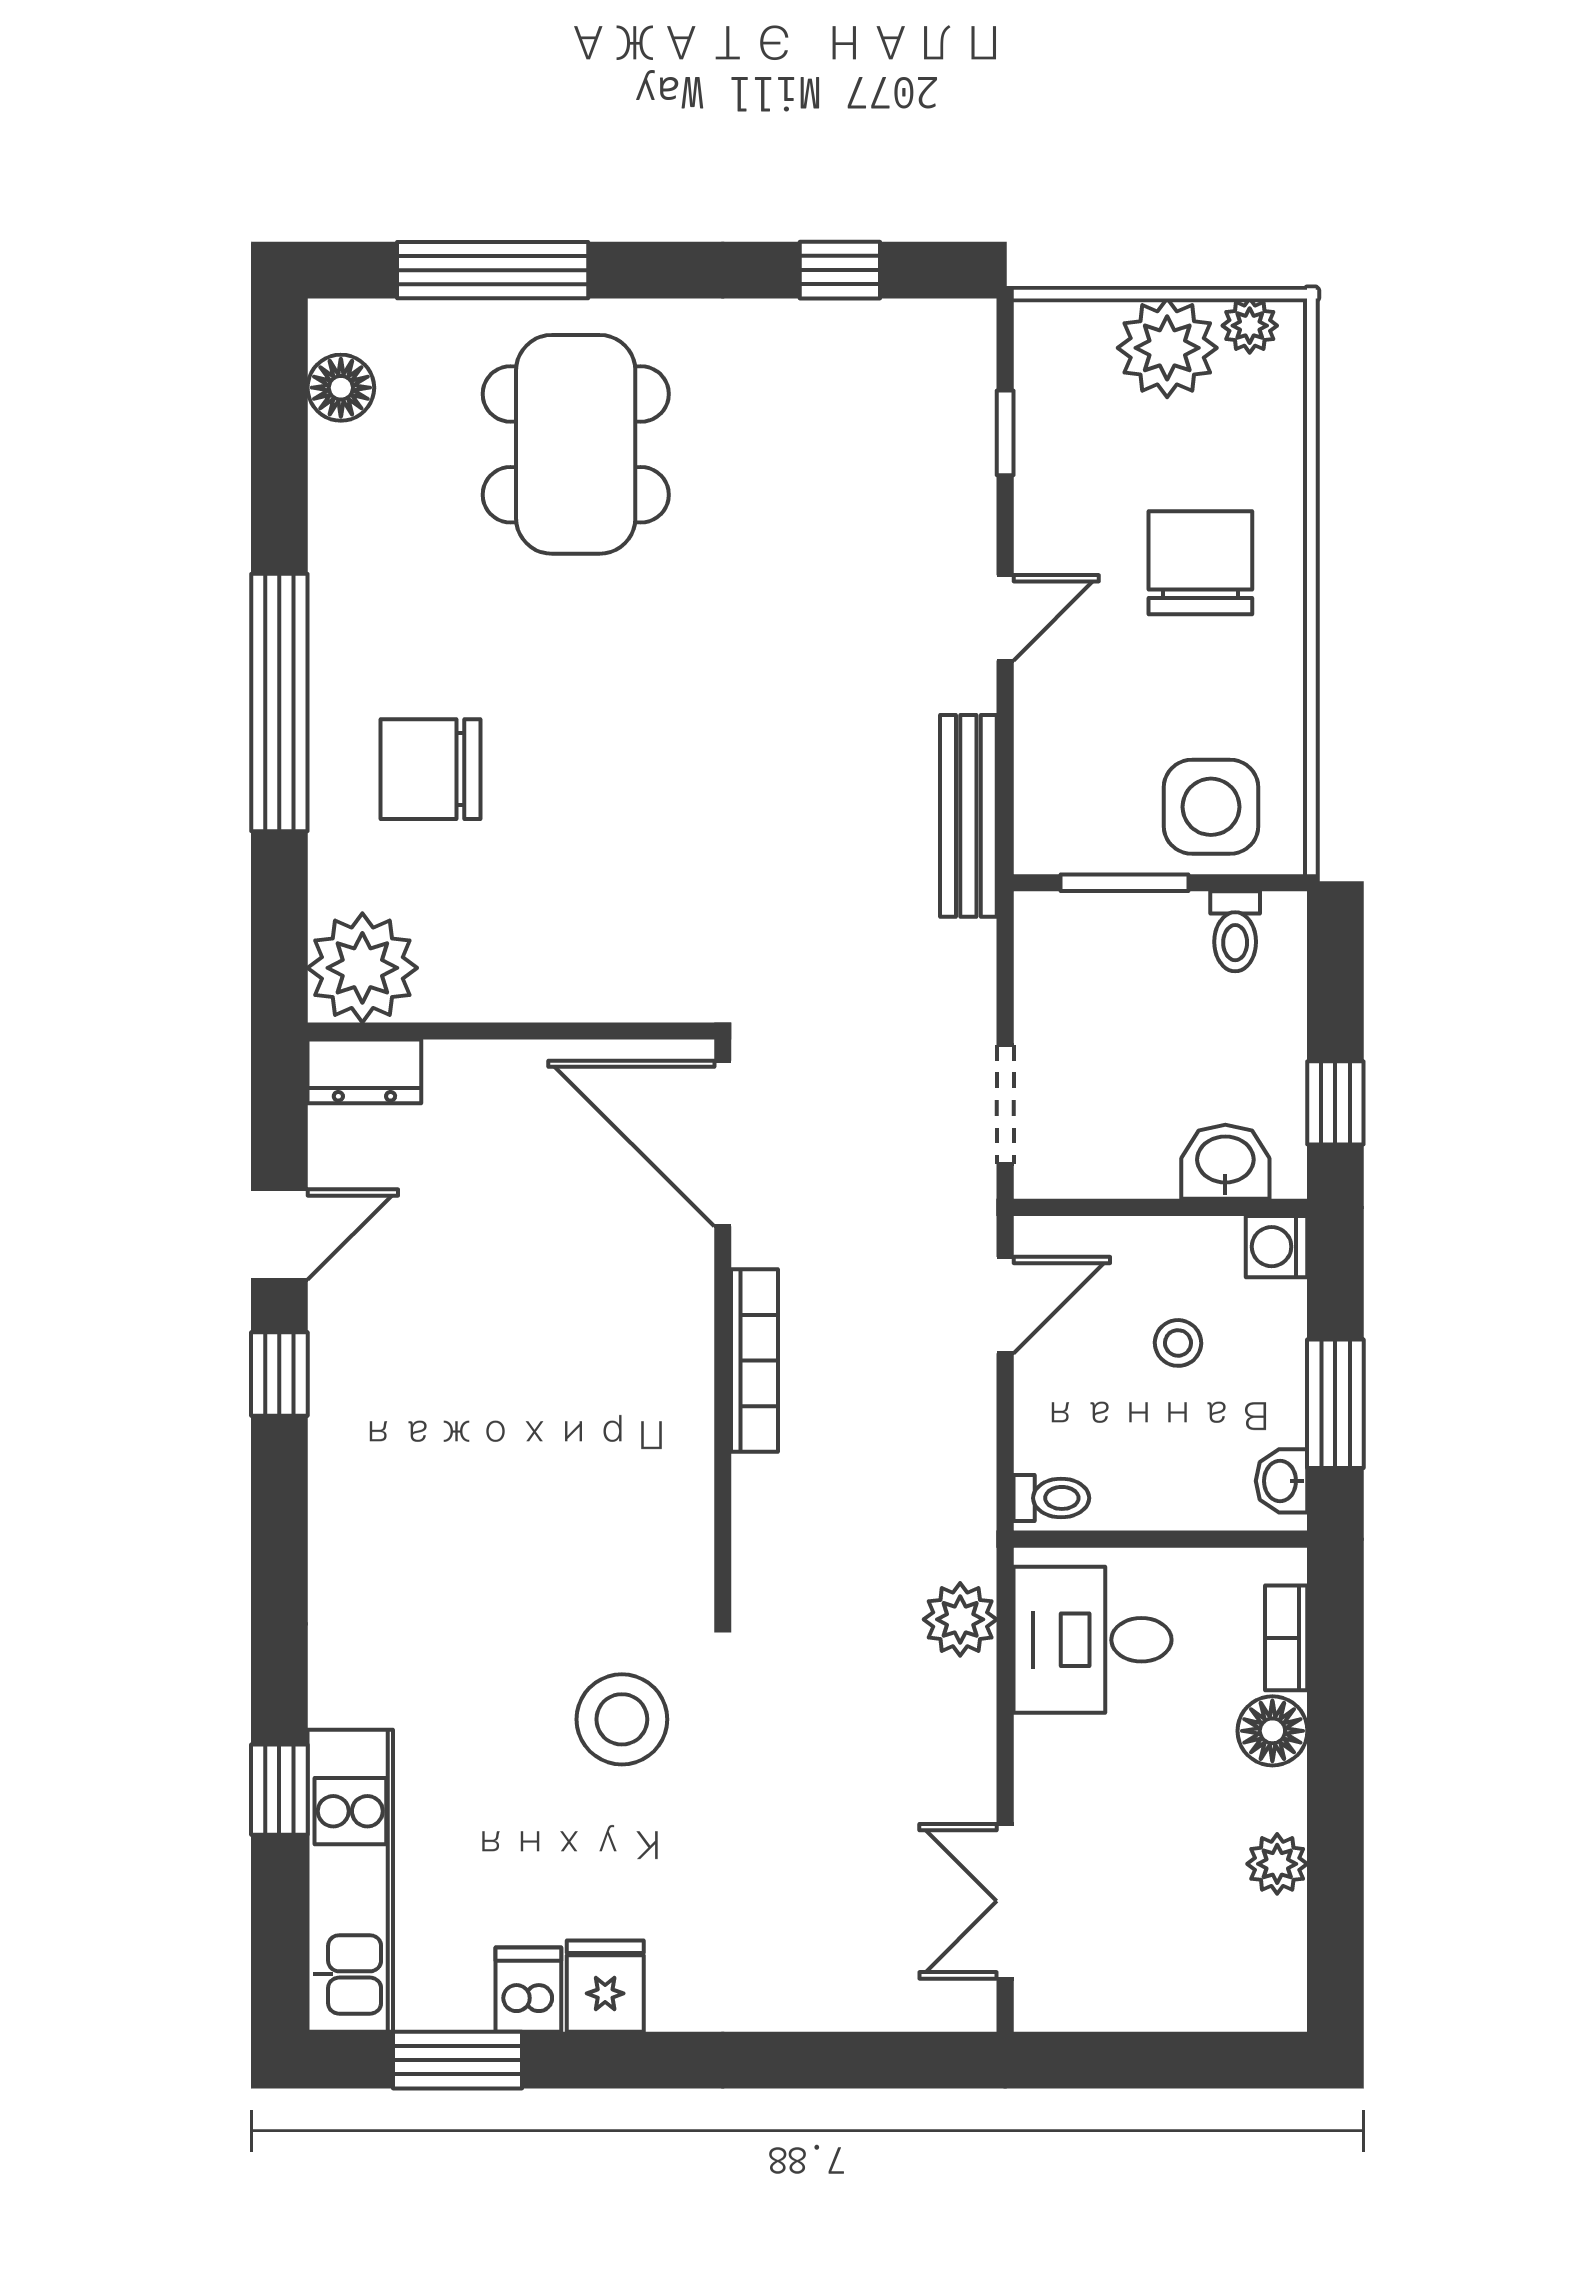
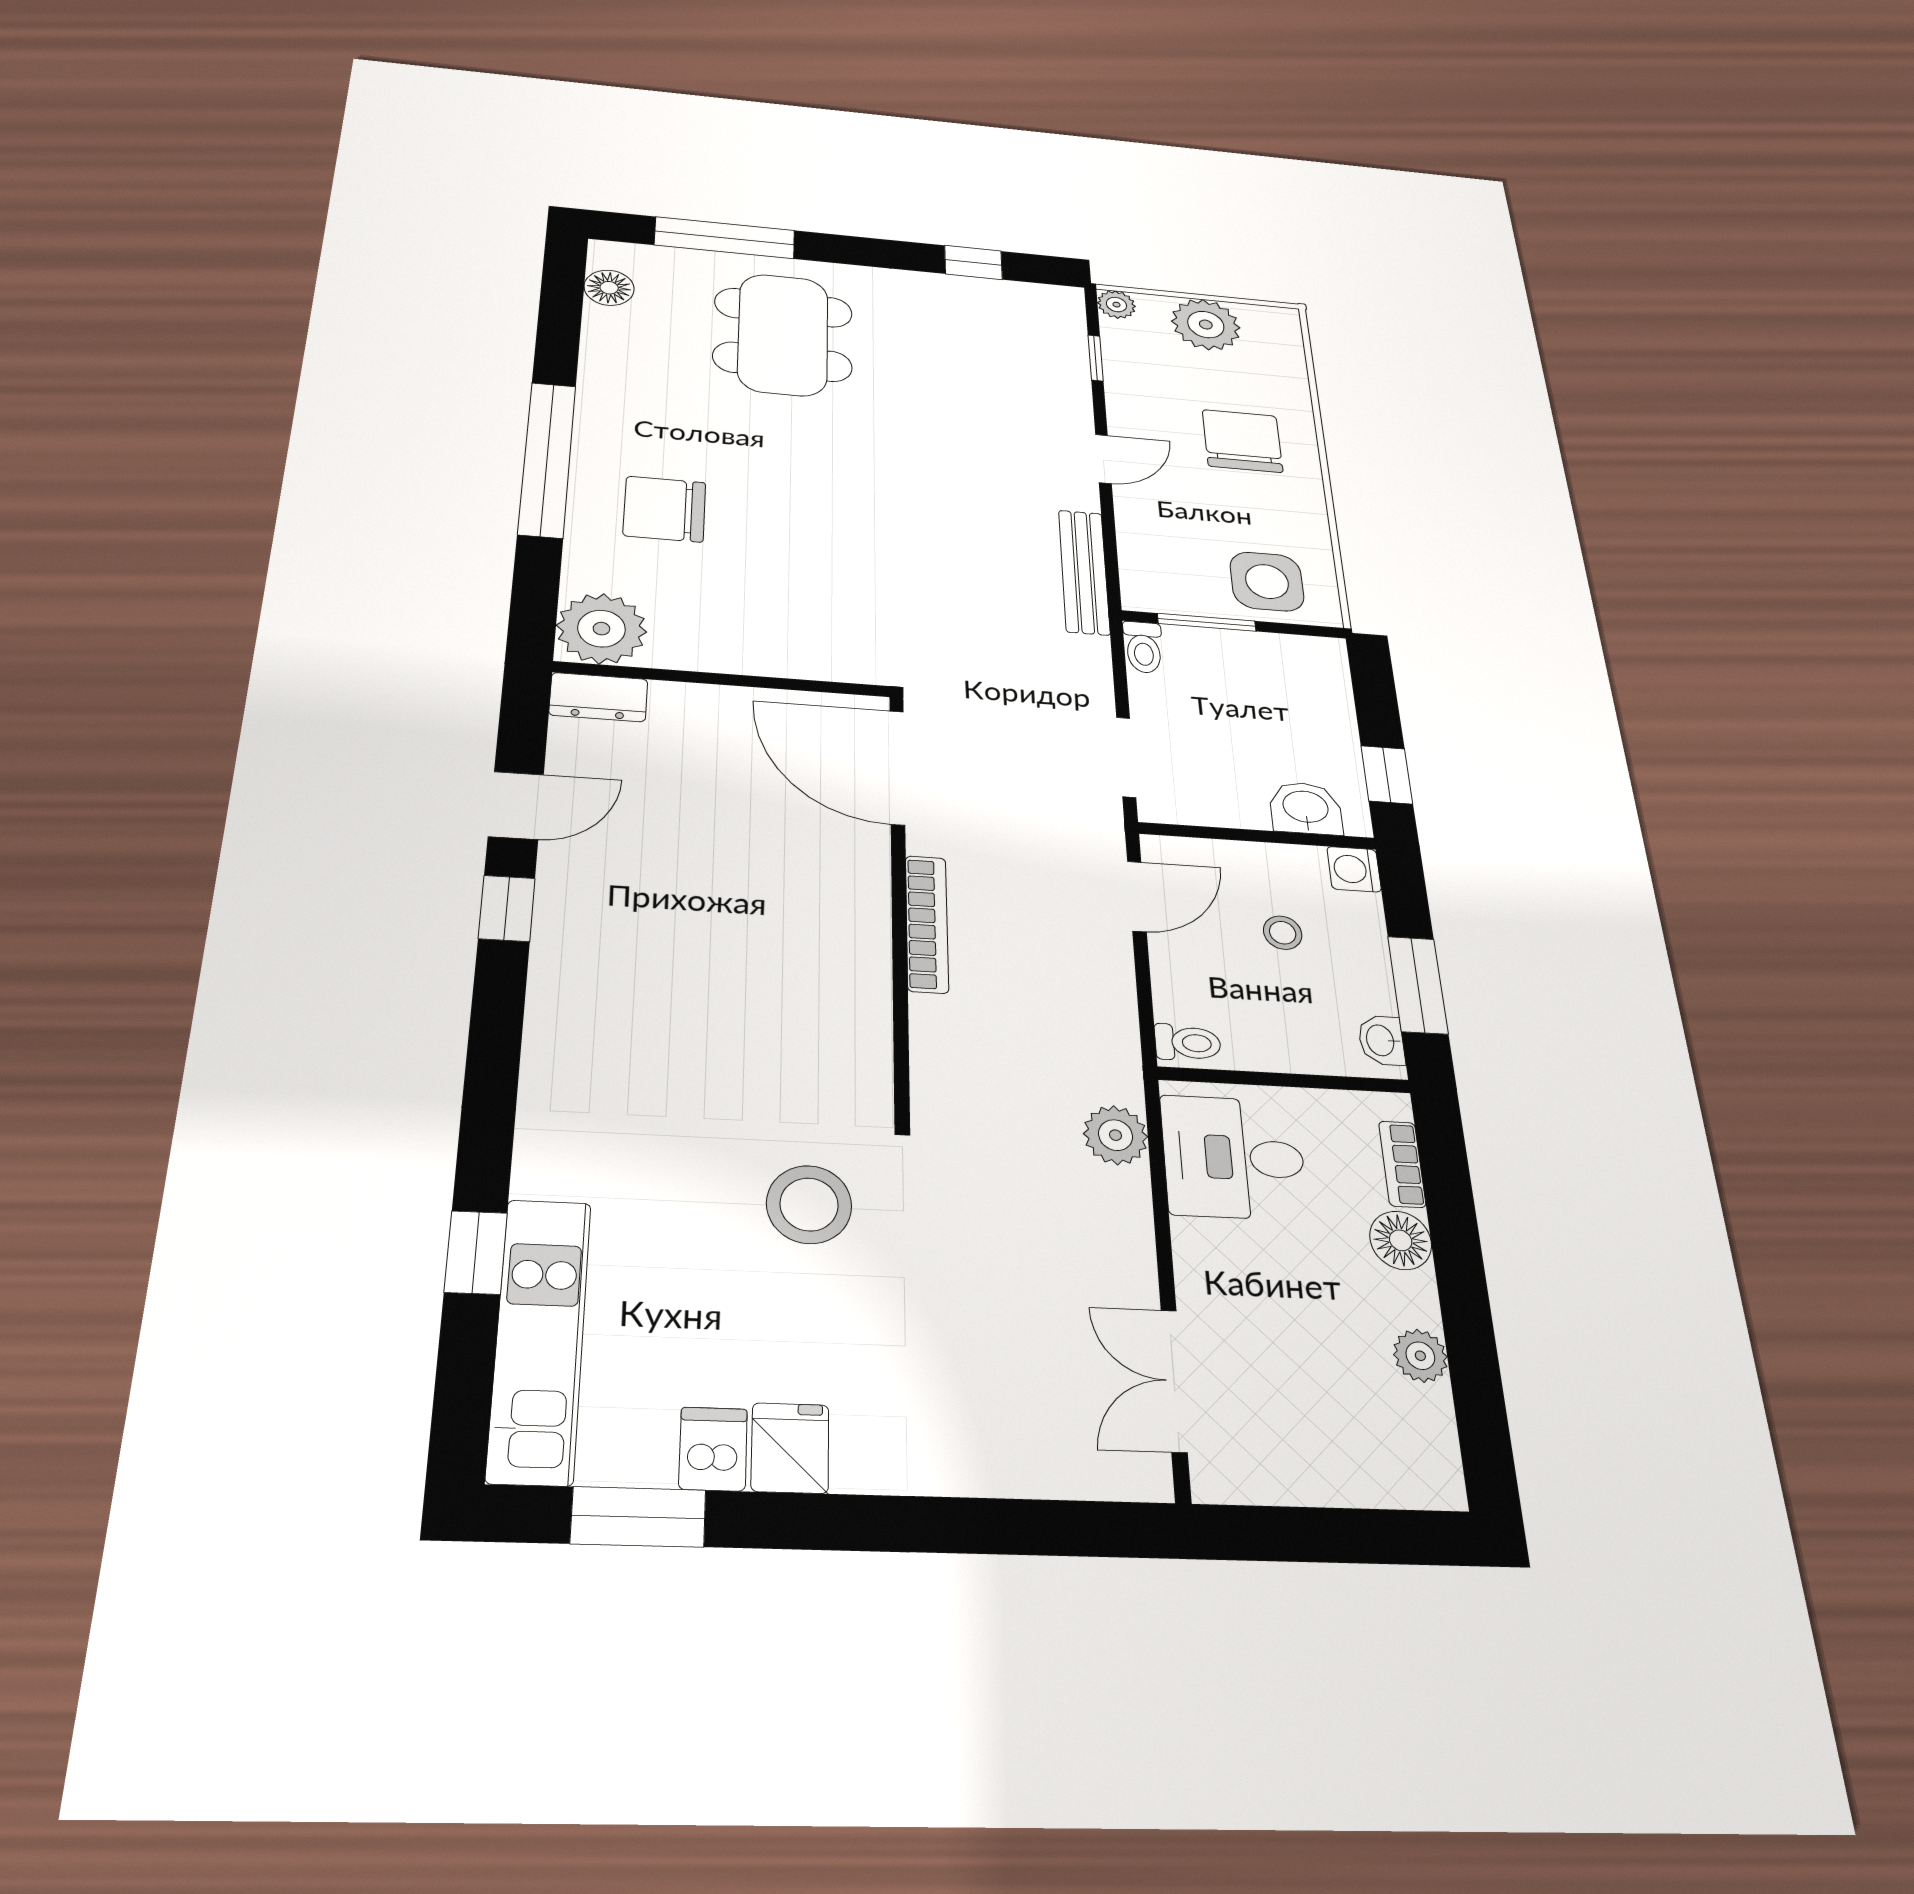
plant: (1250, 326) -> (1116, 305), moved
toilet: (1235, 931) -> (1143, 647), moved

